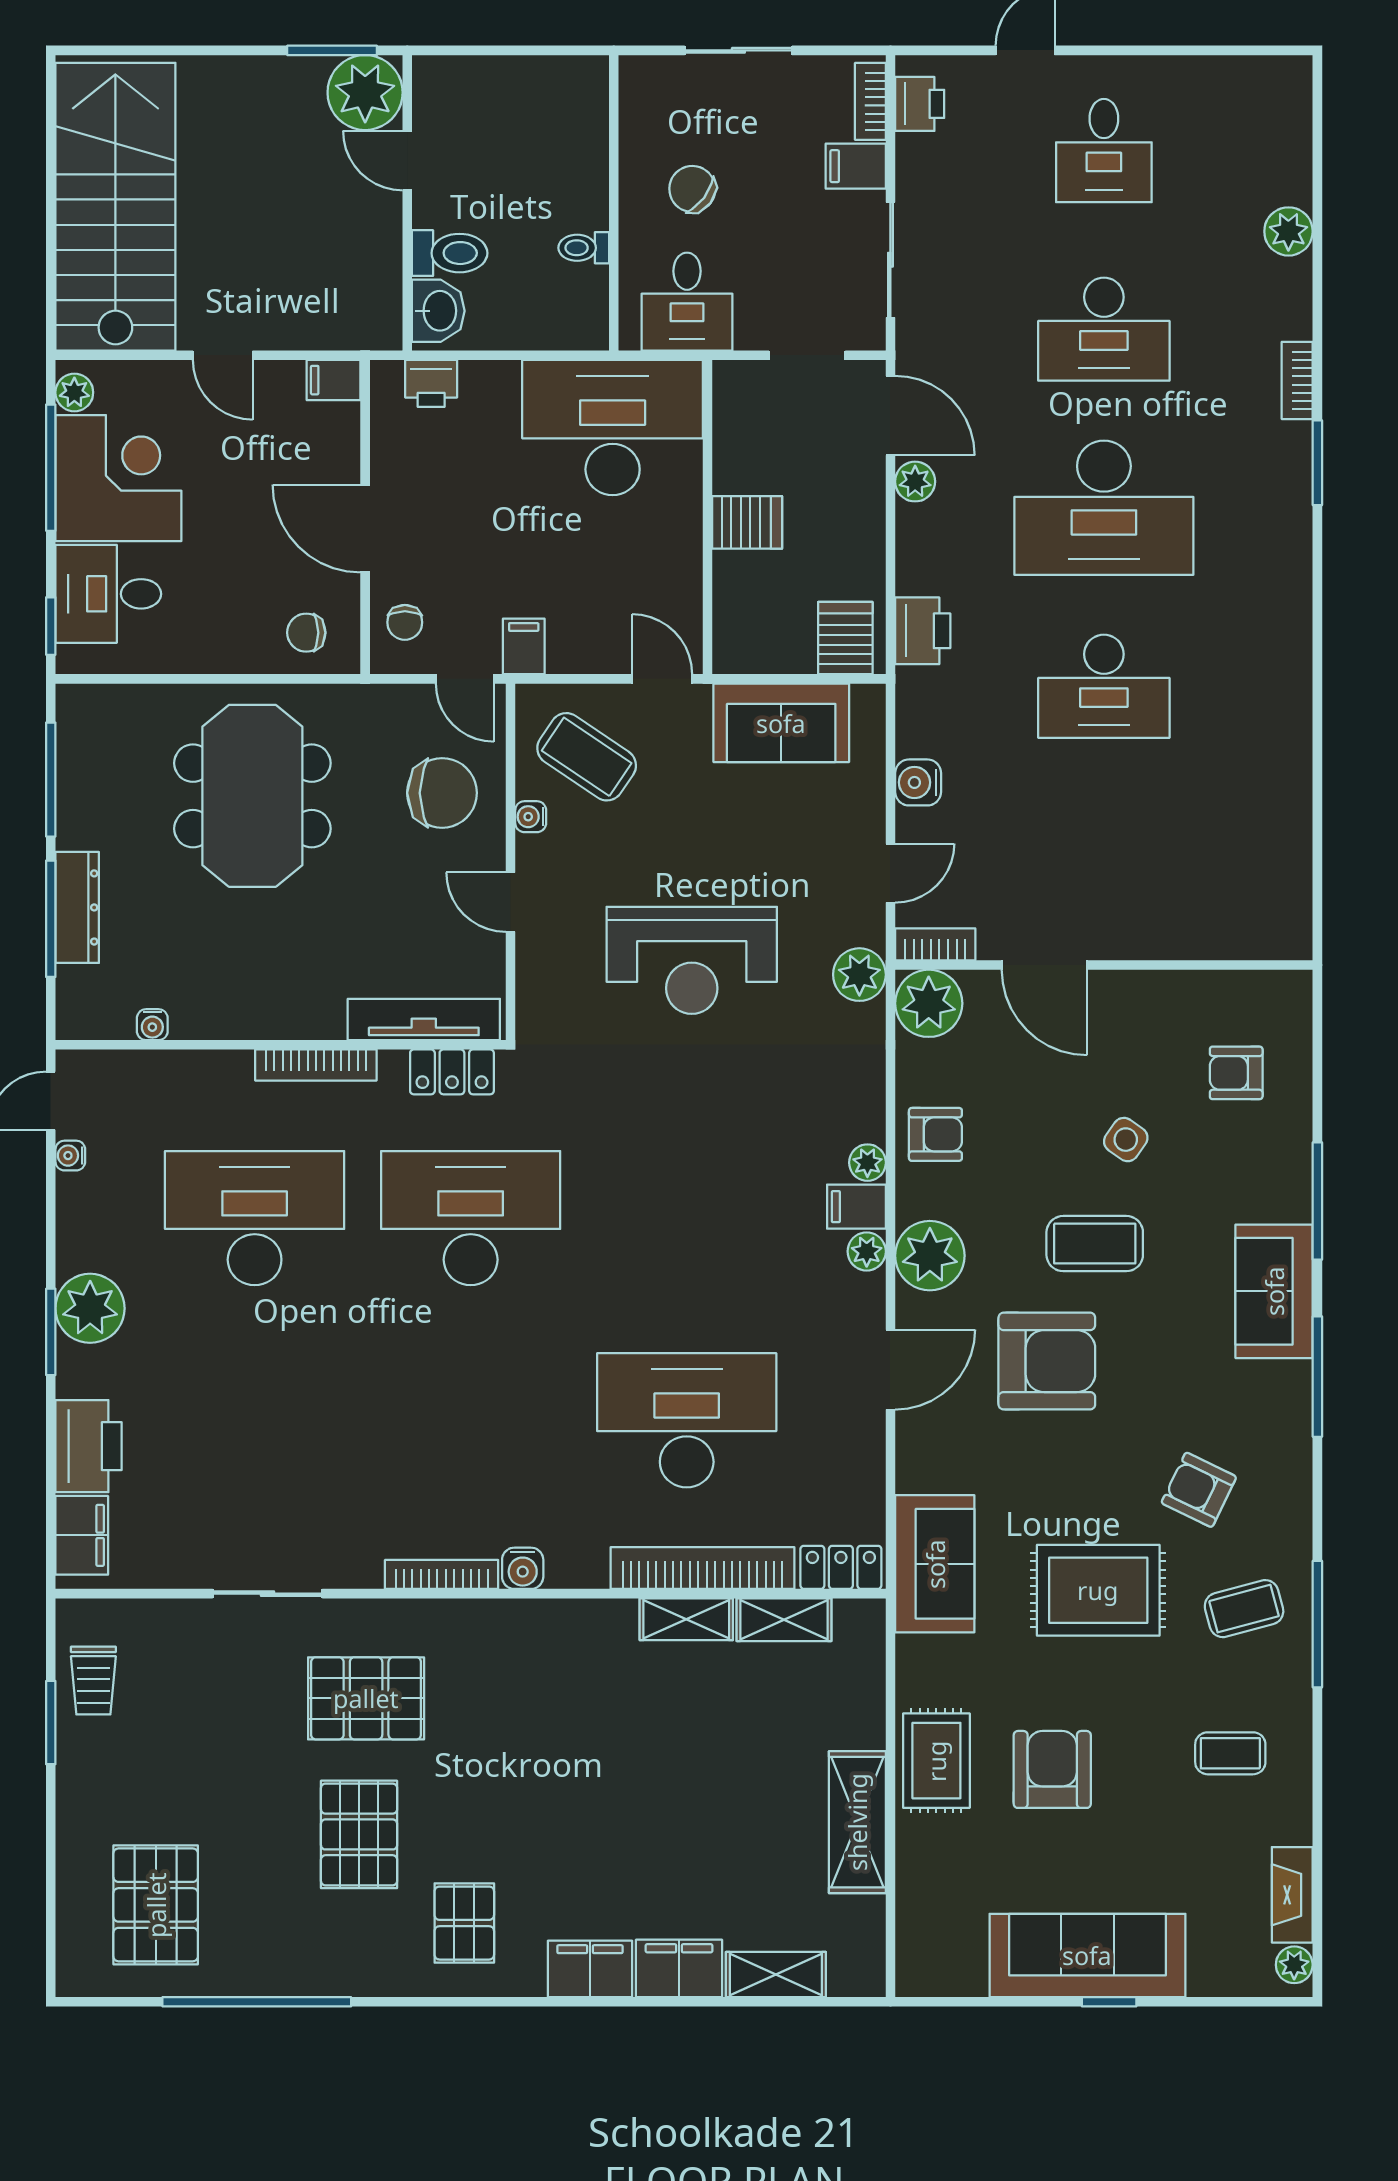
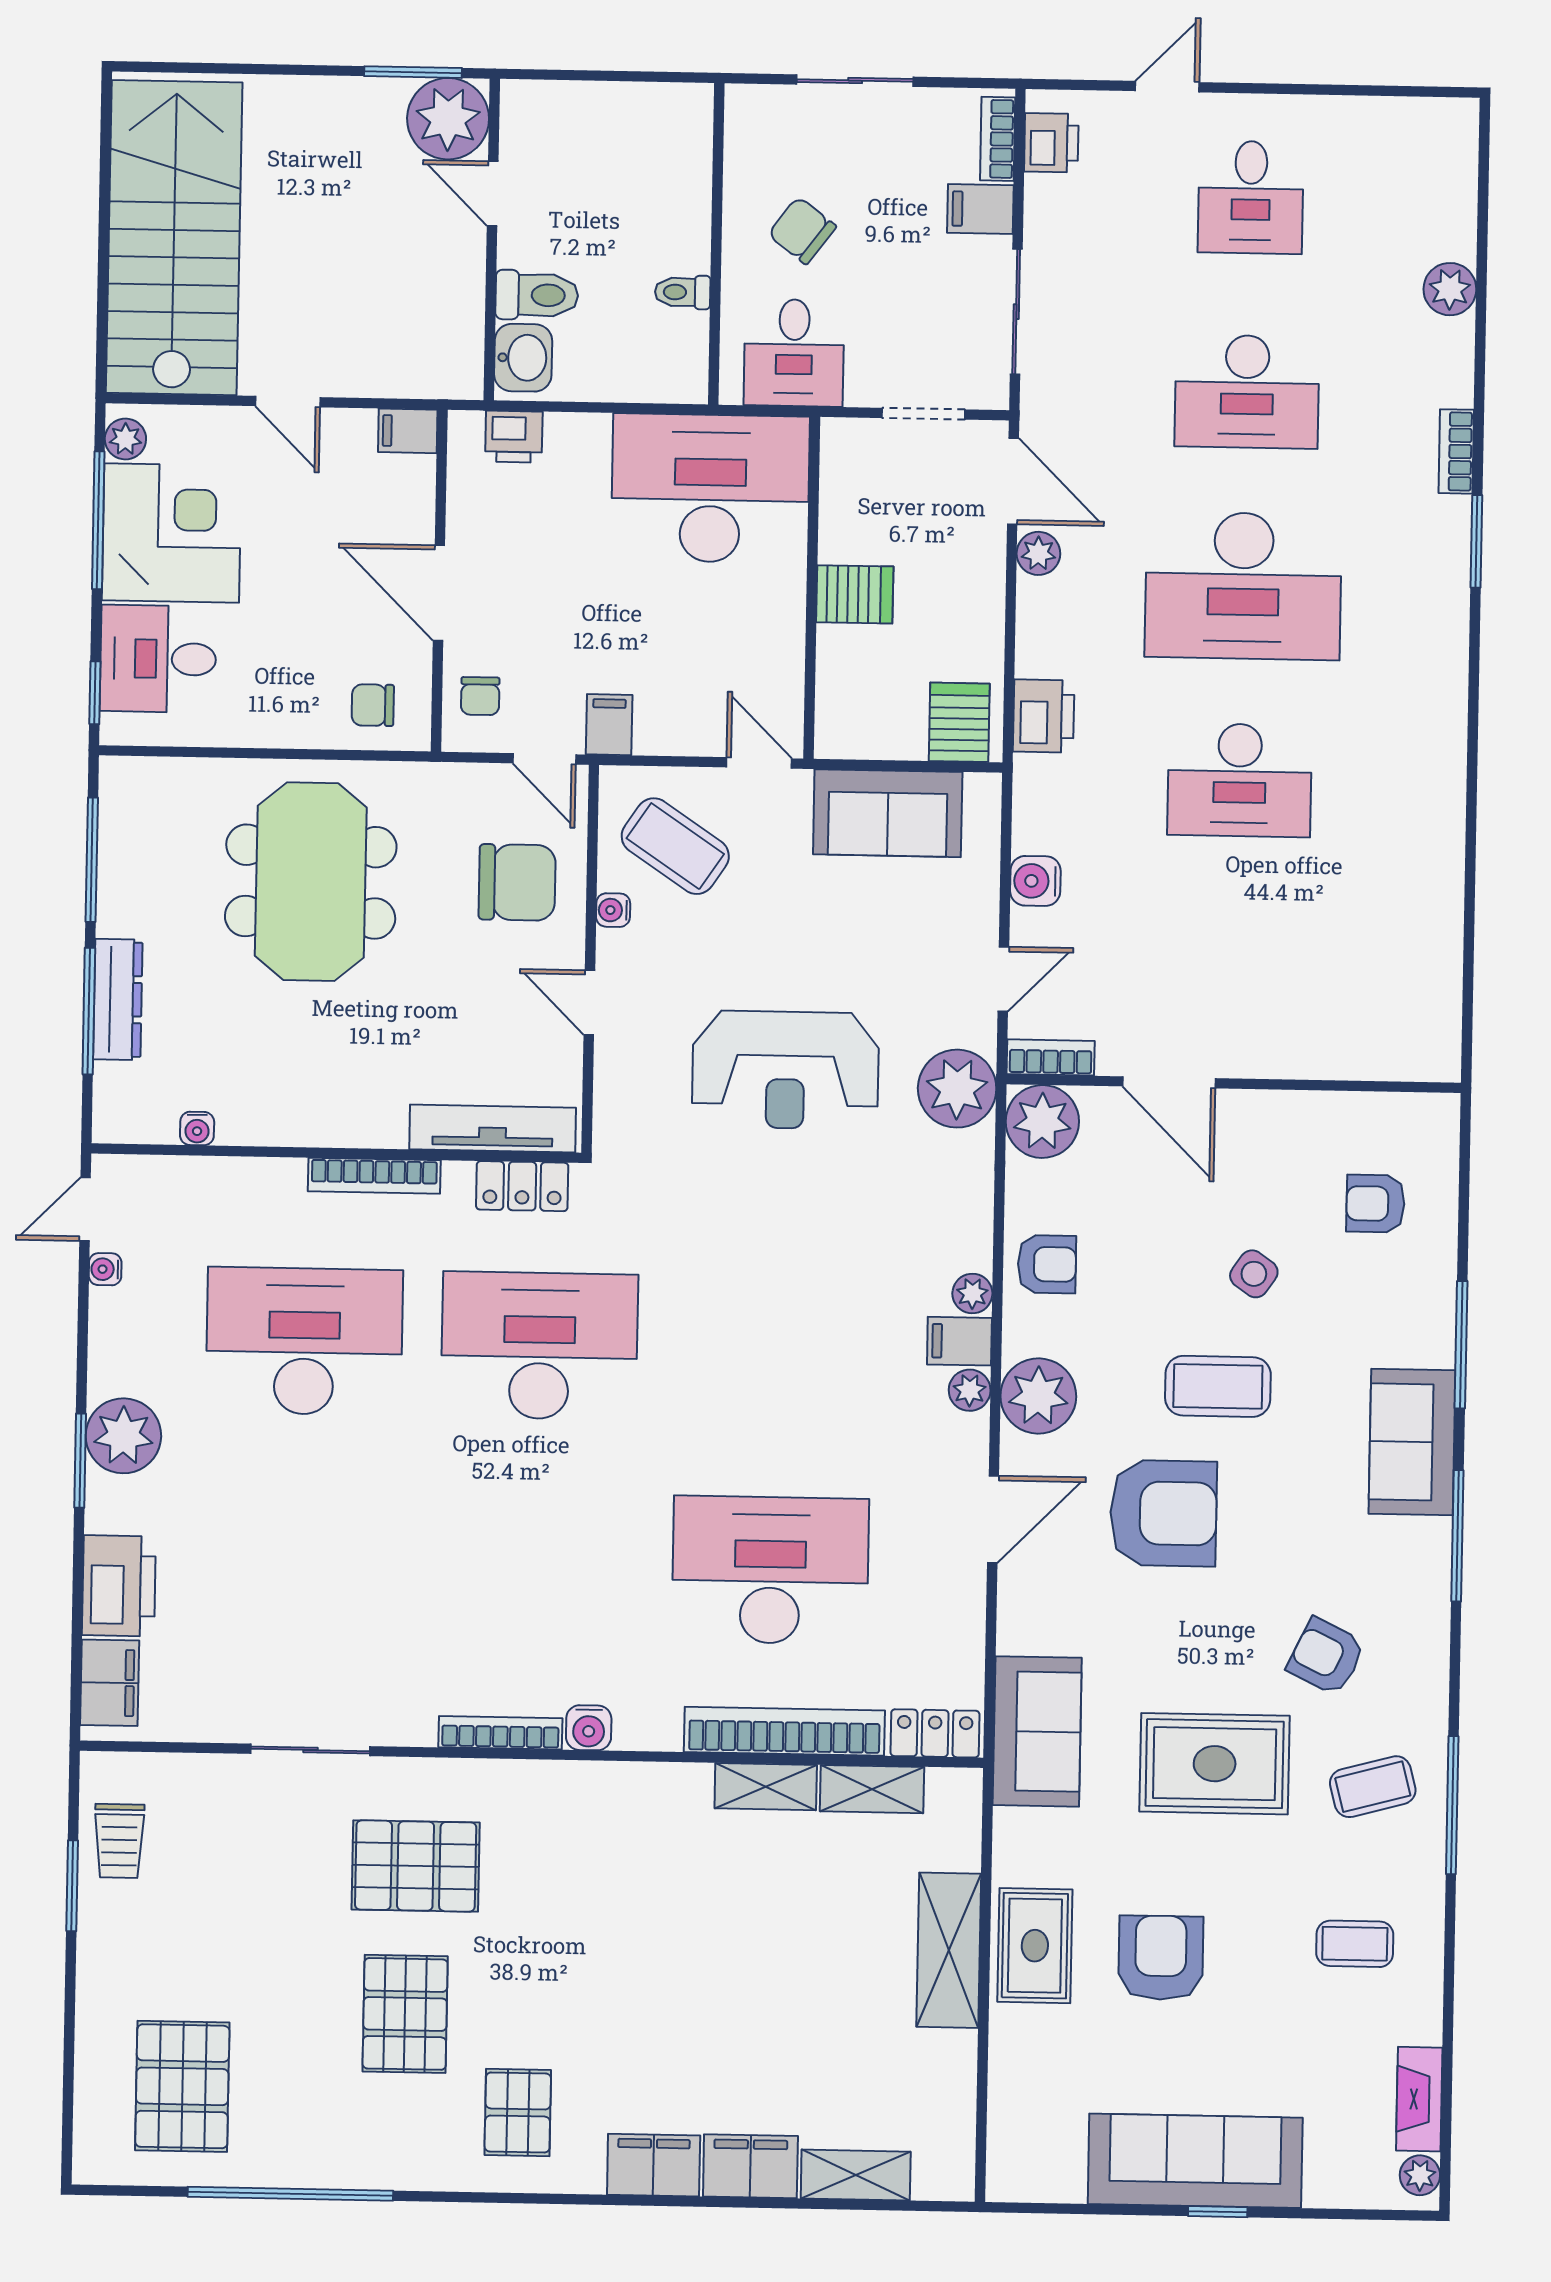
plant: (859, 975) -> (957, 1089), width x1.36, depth x1.36
shelving: (857, 1822) -> (949, 1950), moved

